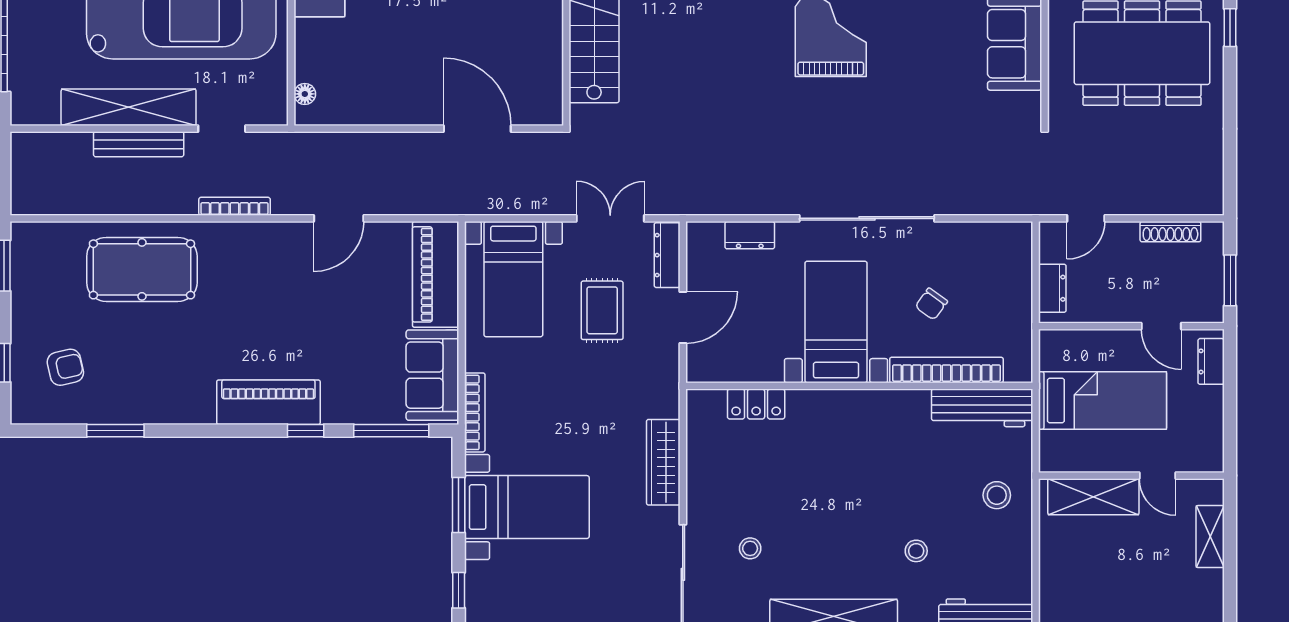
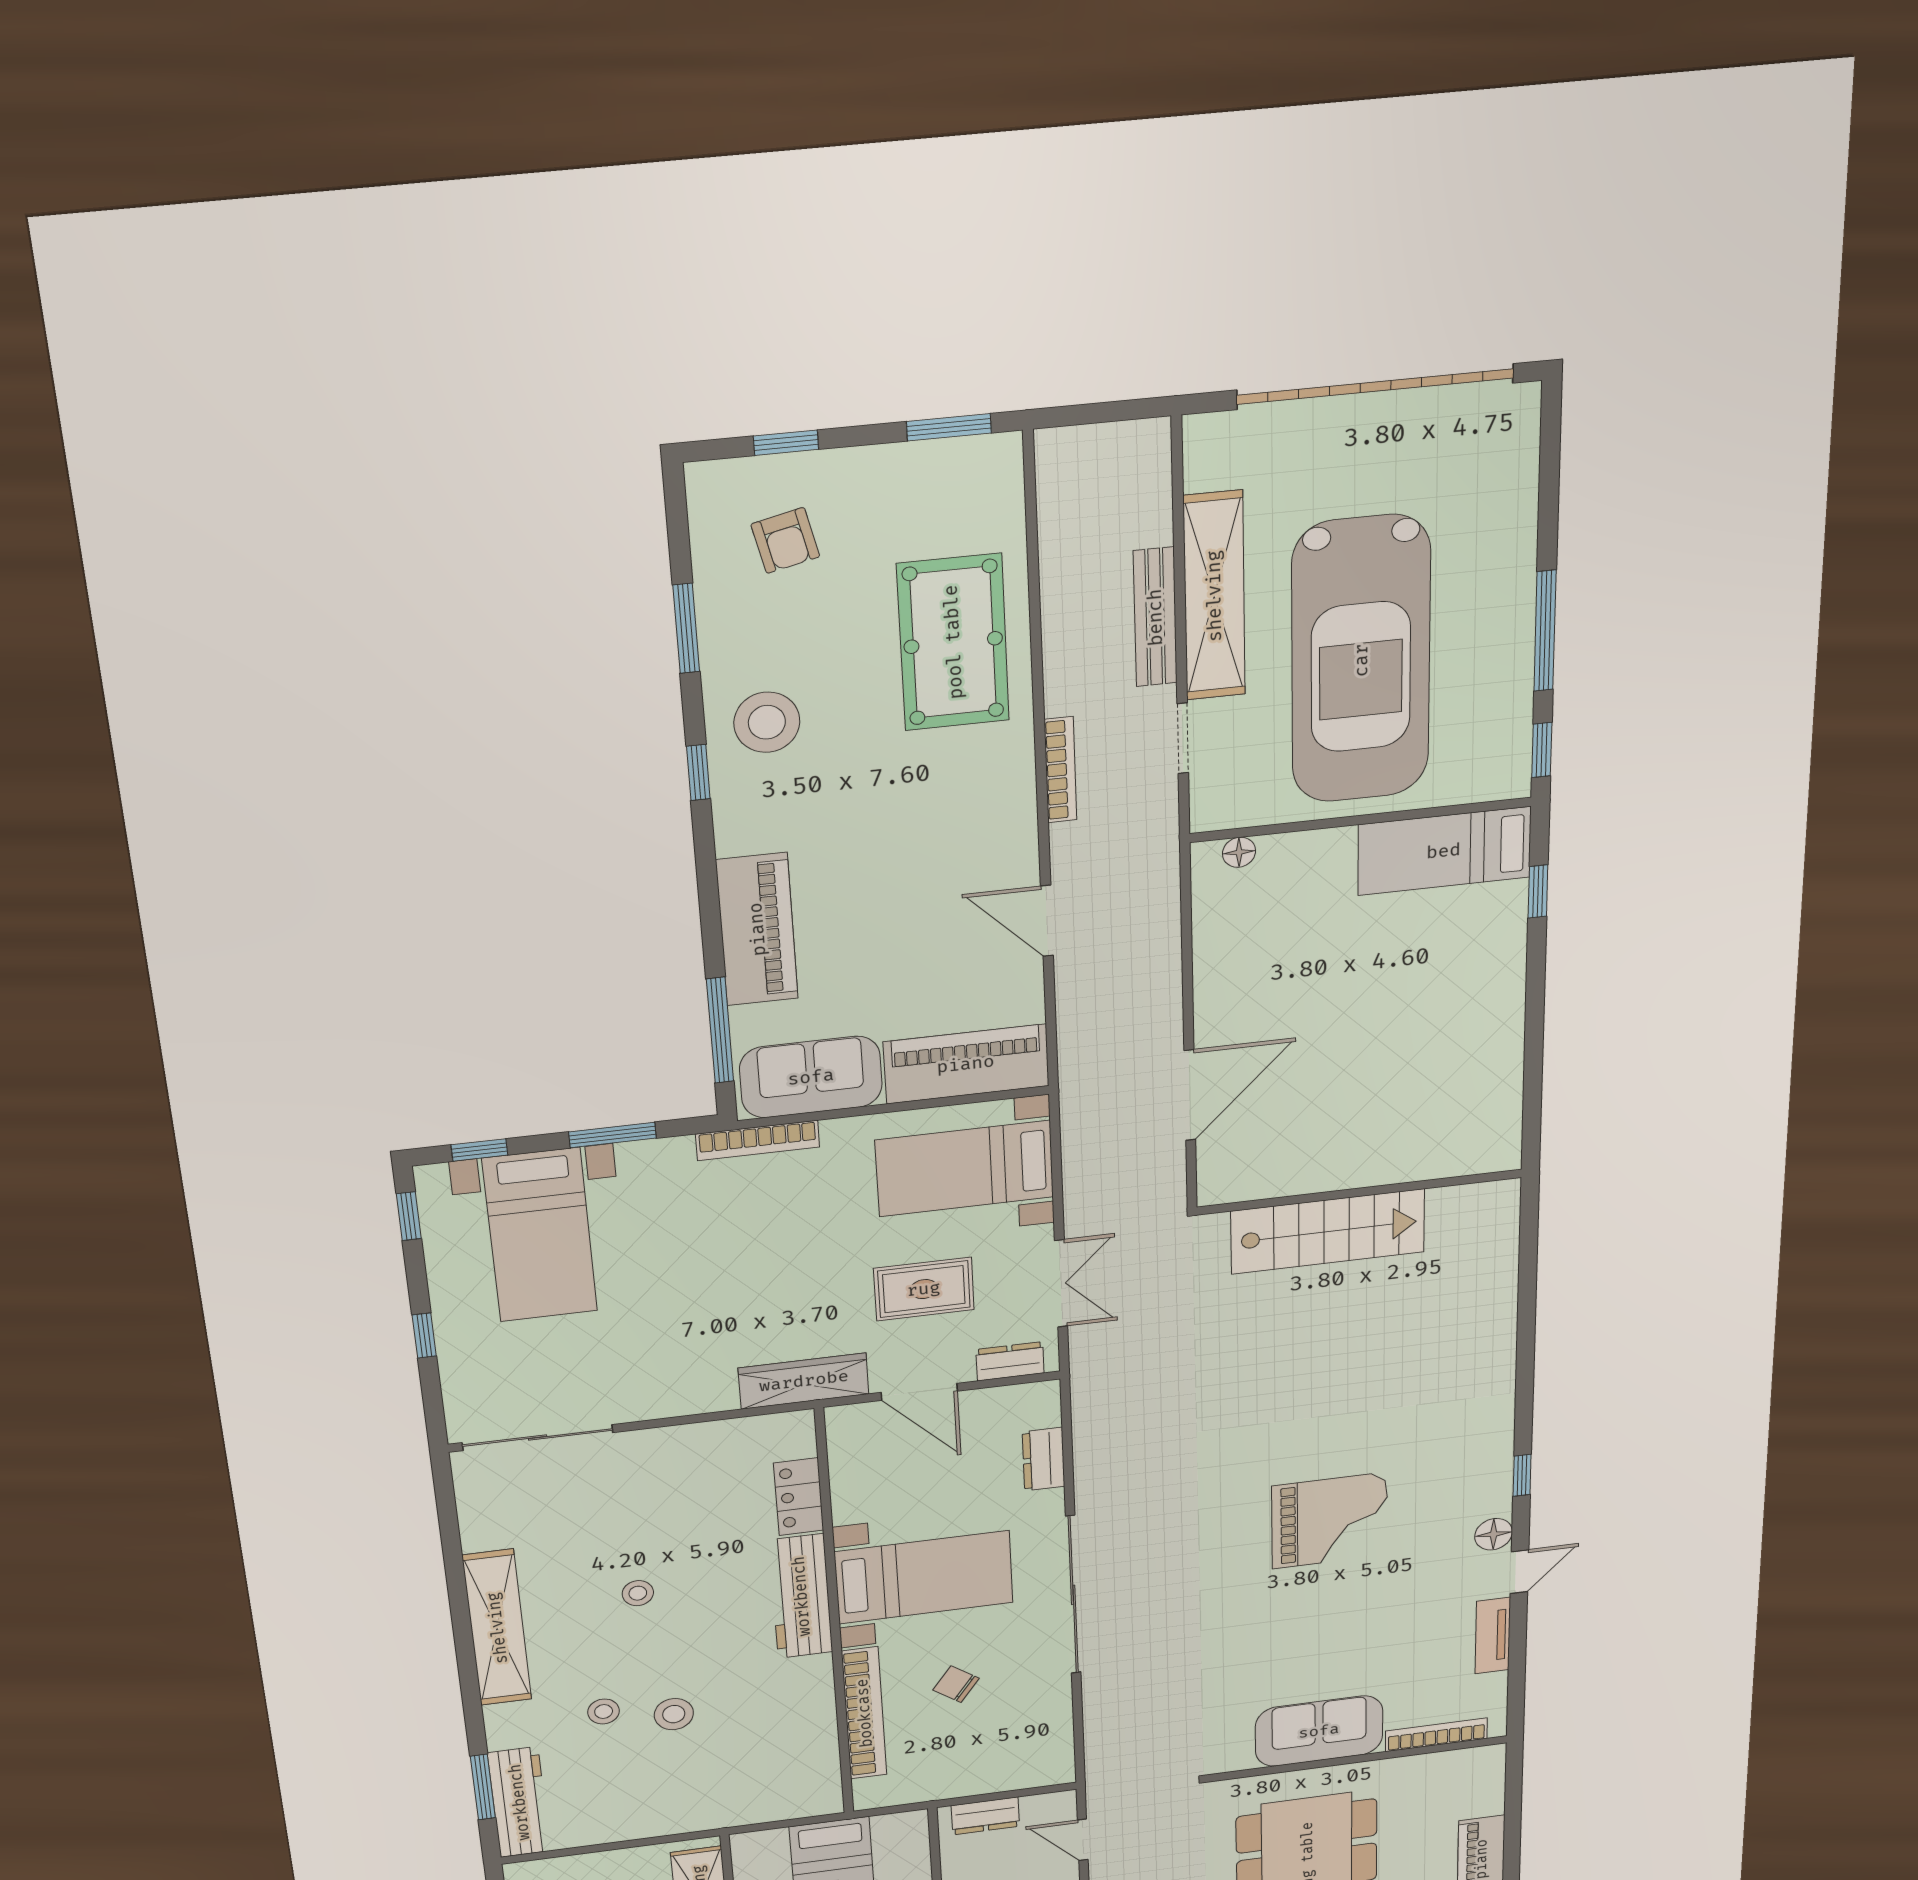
dresser: (667, 255) -> (1010, 1361), width x0.70
stool: (182, 386) -> (767, 722), added
piano: (268, 402) -> (757, 929), moved
workbench: (982, 408) -> (801, 1596), moved
window: (306, 431) -> (698, 773), moved
wardrobe: (663, 462) -> (804, 1381), moved
stool: (997, 495) -> (674, 1714), moved
bed with nightstands: (527, 507) -> (540, 1235), moved
stool: (750, 548) -> (638, 1593), moved

